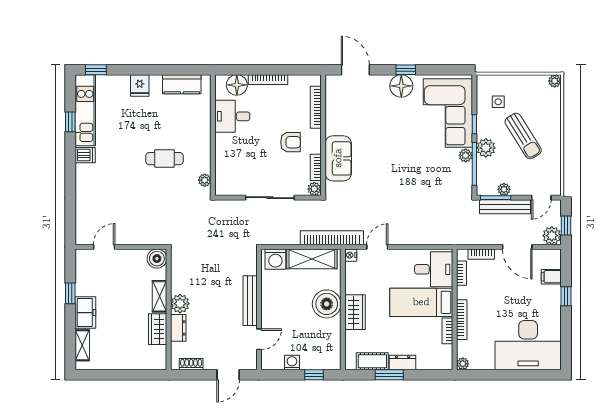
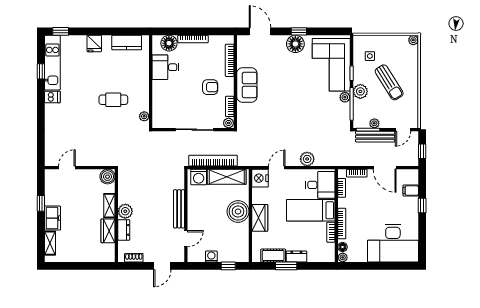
sofa: (338, 158) -> (247, 85), moved
plant: (552, 236) -> (307, 159), moved
bookcase: (332, 238) -> (213, 161), moved
nightstand: (351, 255) -> (260, 178), width x1.89, depth x1.79
floor lamp: (463, 350) -> (343, 247), added

